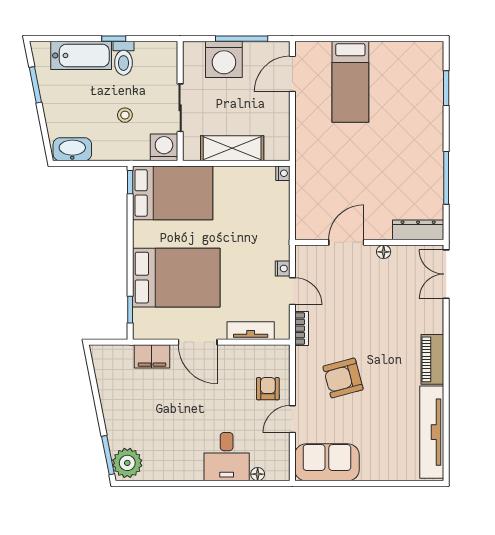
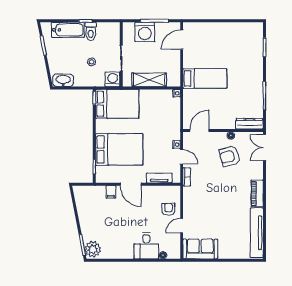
bed: (350, 82) -> (205, 79), moved, turned -90
door: (346, 242) -> (199, 130), moved
filing cabinet: (152, 356) -> (111, 192), width x0.50
armchair: (343, 378) -> (230, 156), moved

